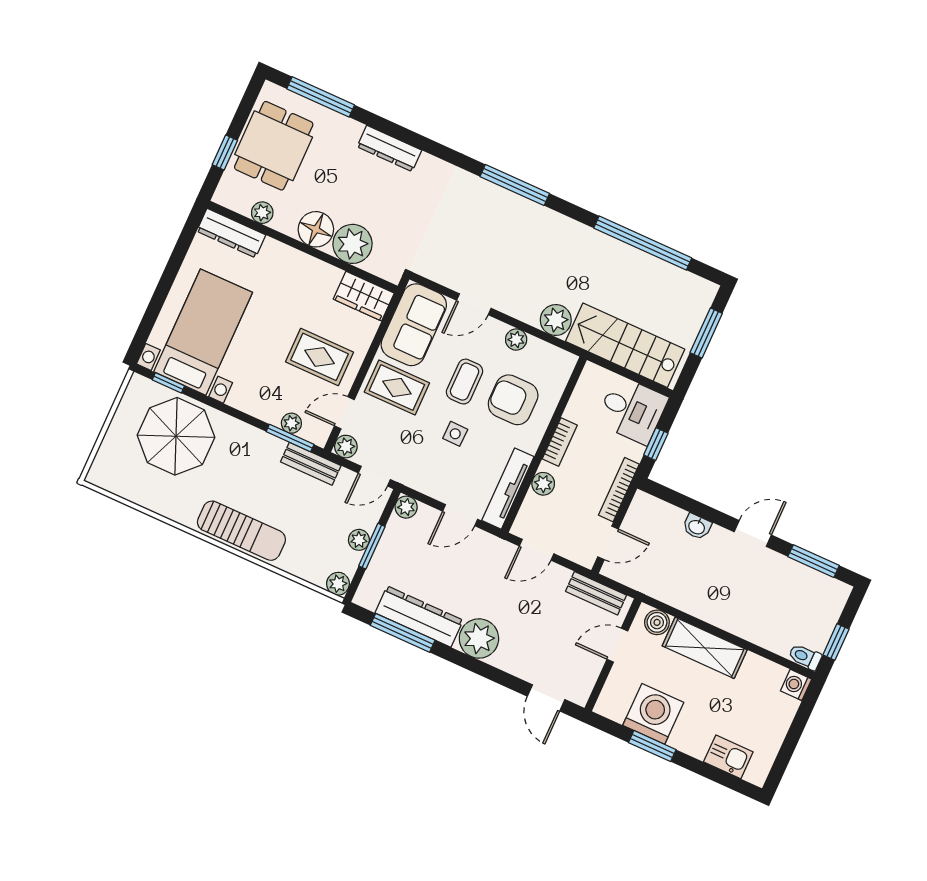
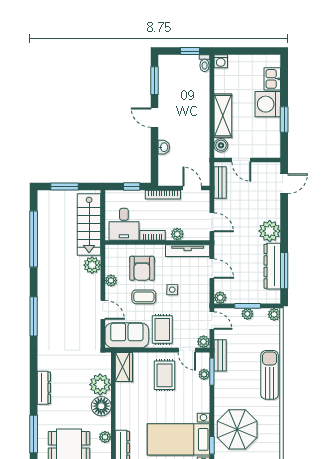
desk: (632, 410) -> (124, 224), moved, turned 180
washing machine: (653, 714) -> (268, 104), moved

